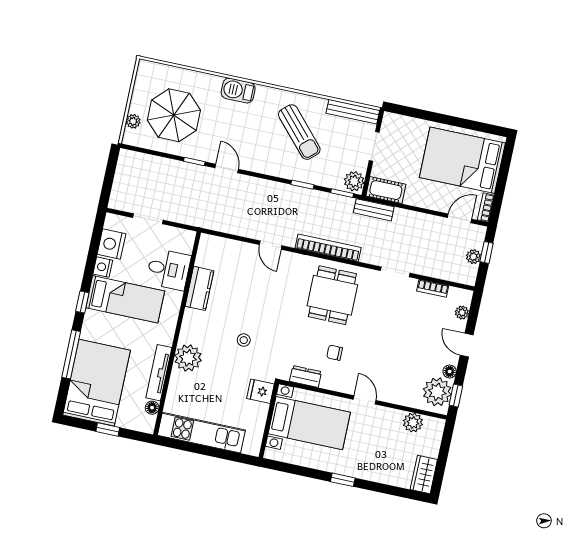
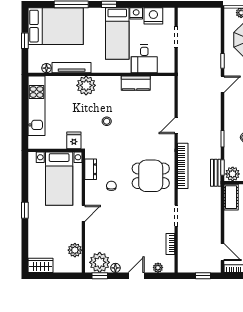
bench: (374, 210) -> (216, 173), moved
plant: (473, 257) -> (198, 267), removed

